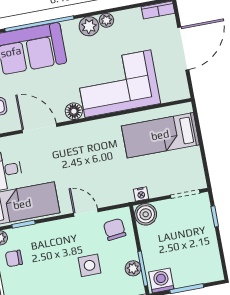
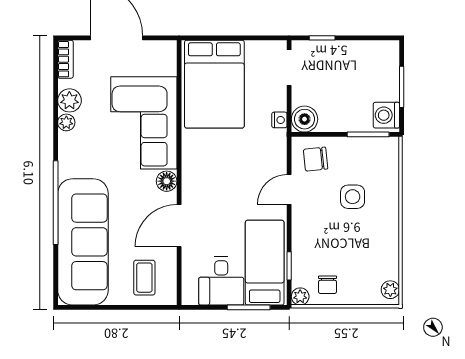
plant: (89, 26) -> (69, 100), moved
bed: (160, 135) -> (214, 84), width x1.50
plant: (133, 268) -> (366, 146), removed

